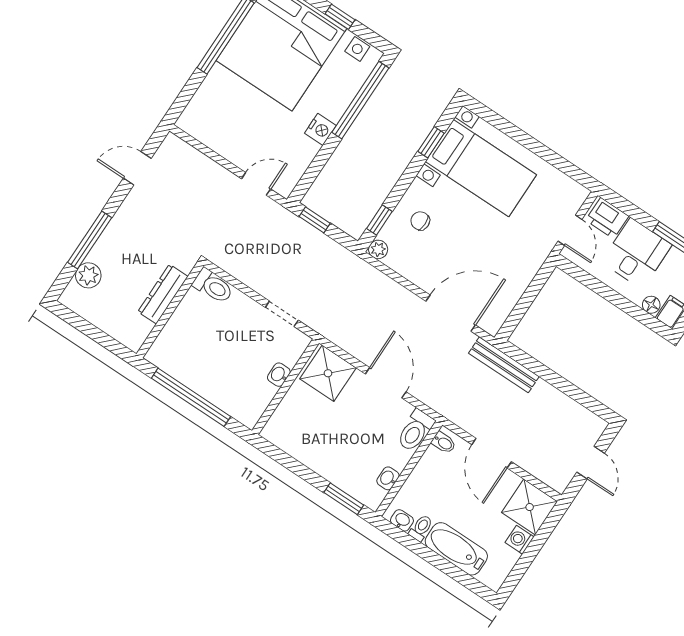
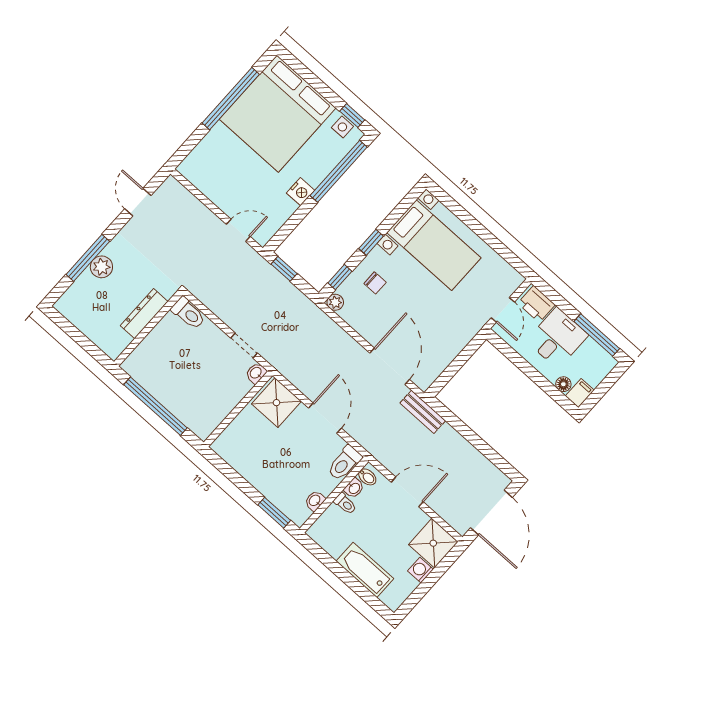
window: (340, 17) -> (352, 116), moved
window: (431, 142) -> (371, 242), moved
door: (137, 168) -> (138, 202), hinge flipped
chair: (420, 221) -> (375, 283), turned 180
plant: (88, 275) -> (101, 267), moved
door: (451, 313) -> (390, 366), hinge flipped
bench: (504, 365) -> (423, 412), width x0.73
washbasin: (279, 375) -> (256, 373), moved
door: (492, 453) -> (407, 492), swing flipped
door: (591, 463) -> (491, 513), width x1.87
washbasin: (402, 520) -> (354, 488), moved, turned 90
toilet: (421, 528) -> (345, 504), moved, turned 90

